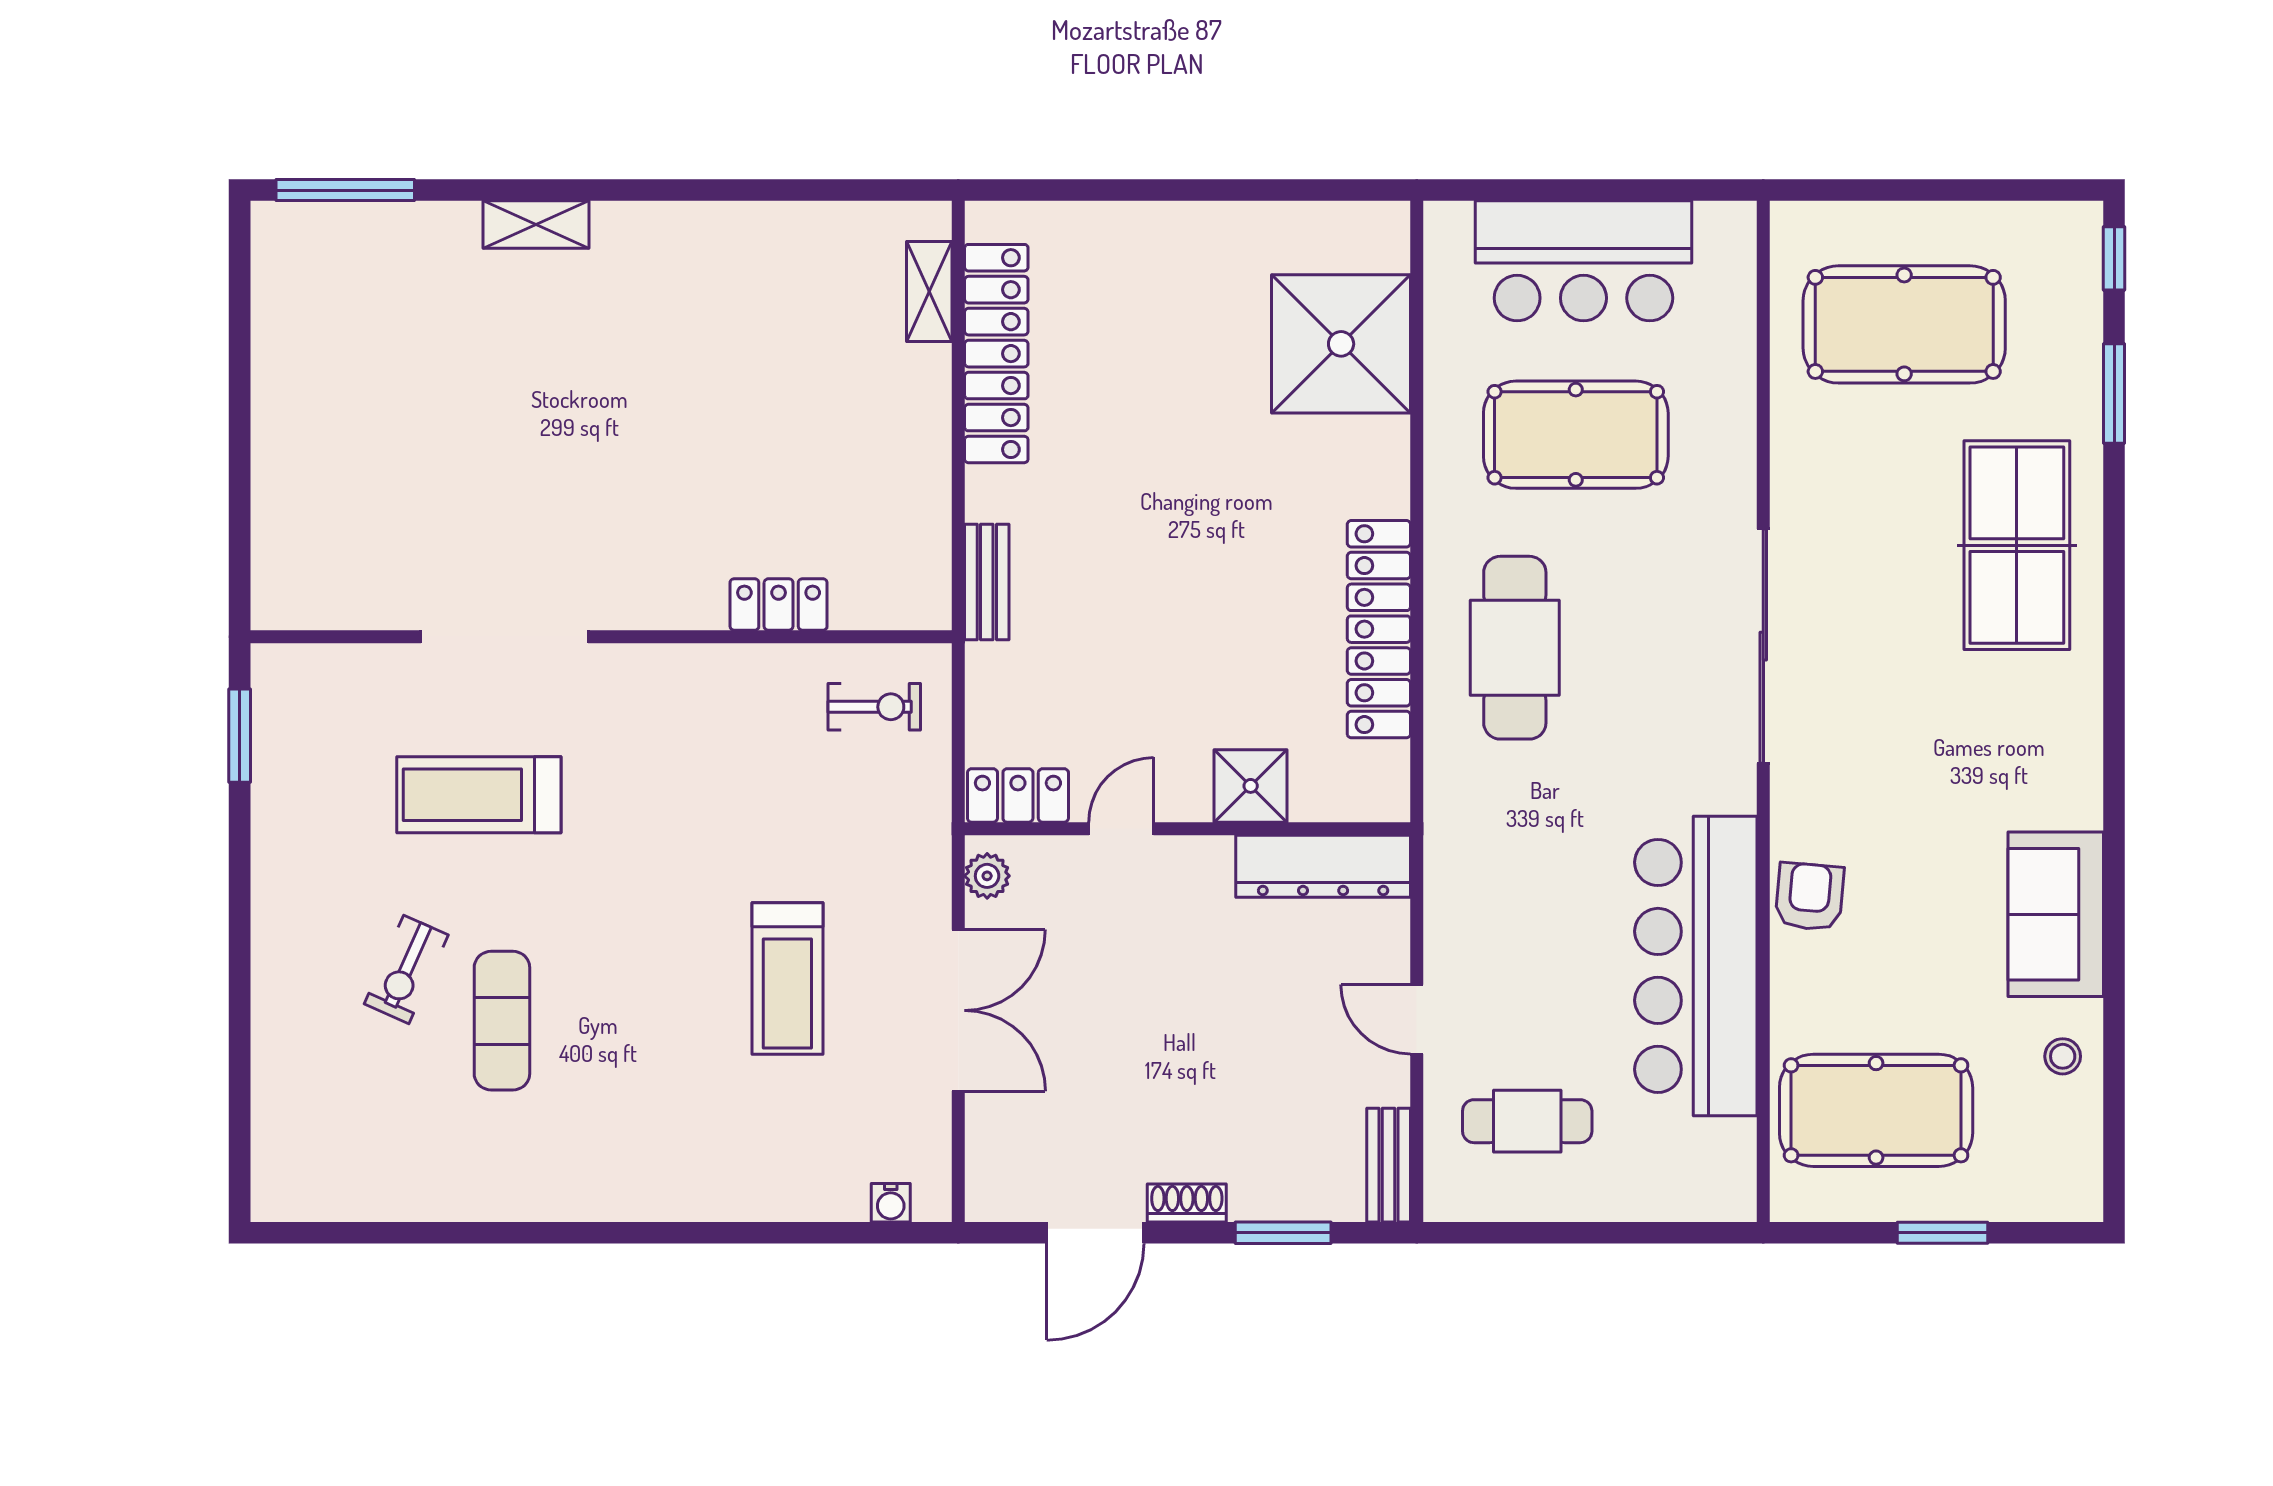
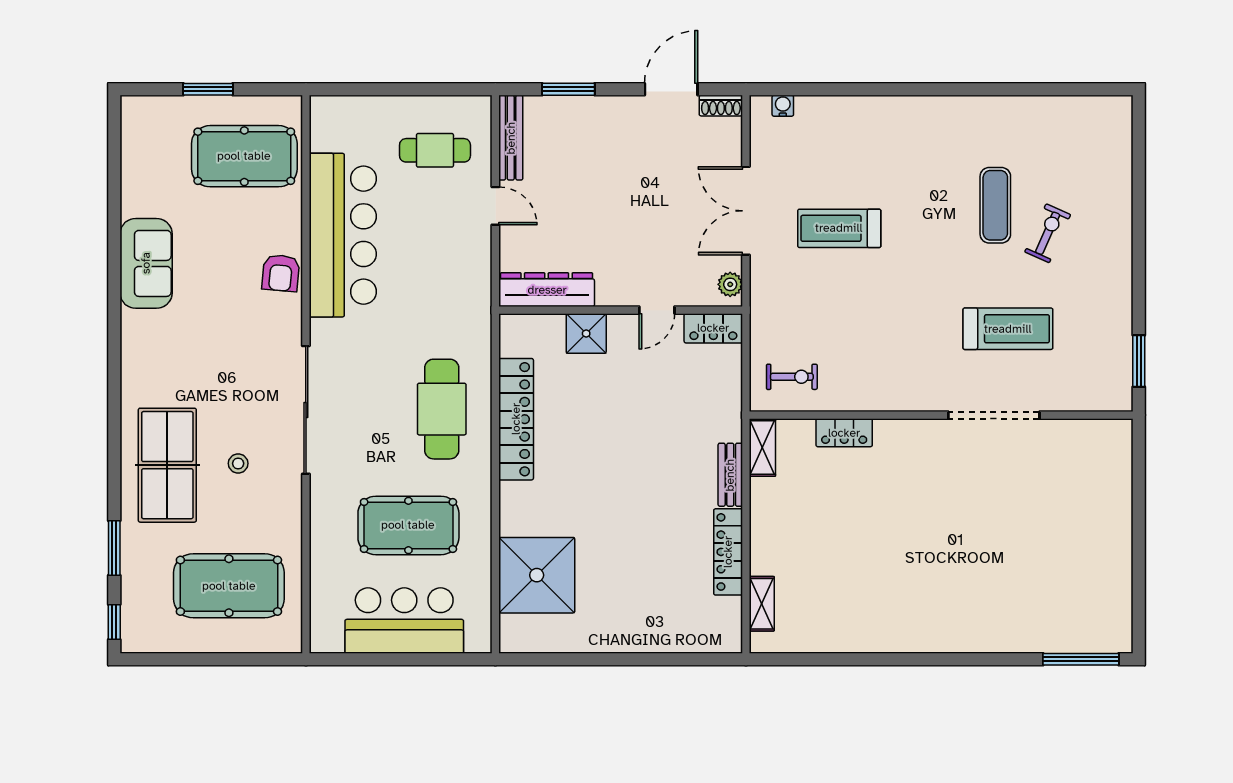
shelving: (536, 225) -> (762, 447), moved, turned 90
locker: (996, 354) -> (728, 552), width x0.71, depth x0.83
bench: (987, 582) -> (730, 475), moved
exercise bike: (874, 707) -> (792, 377), turned 180
treadmill: (787, 978) -> (839, 228), turned -90
stool: (2063, 1056) -> (238, 463), moved
bench: (1389, 1165) -> (511, 138), width x1.36
shoe rack: (1187, 1203) -> (721, 106), moved

